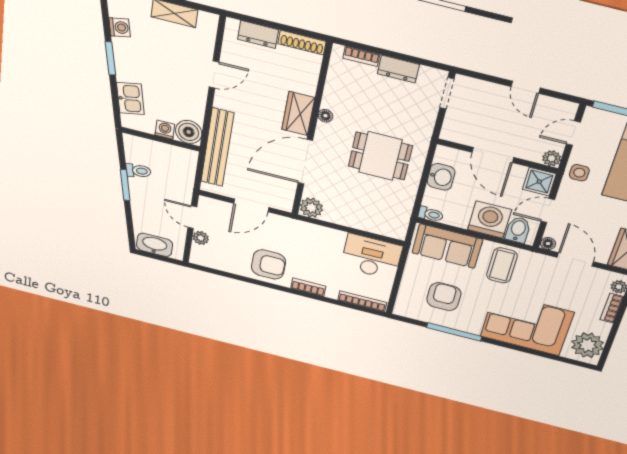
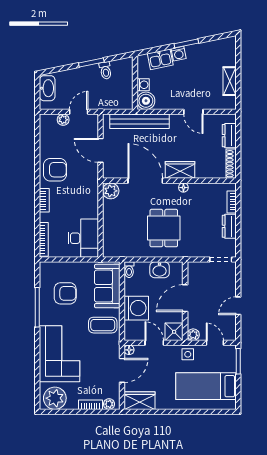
washing machine: (120, 27) -> (179, 54), moved
bidet: (518, 230) -> (134, 328), removed
armchair: (268, 264) -> (55, 170), turned -90

